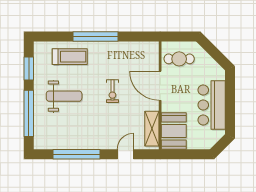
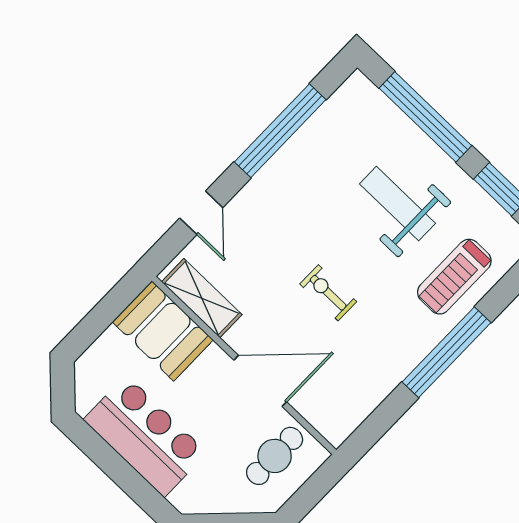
weight bench: (64, 96) -> (398, 204), turned 90

